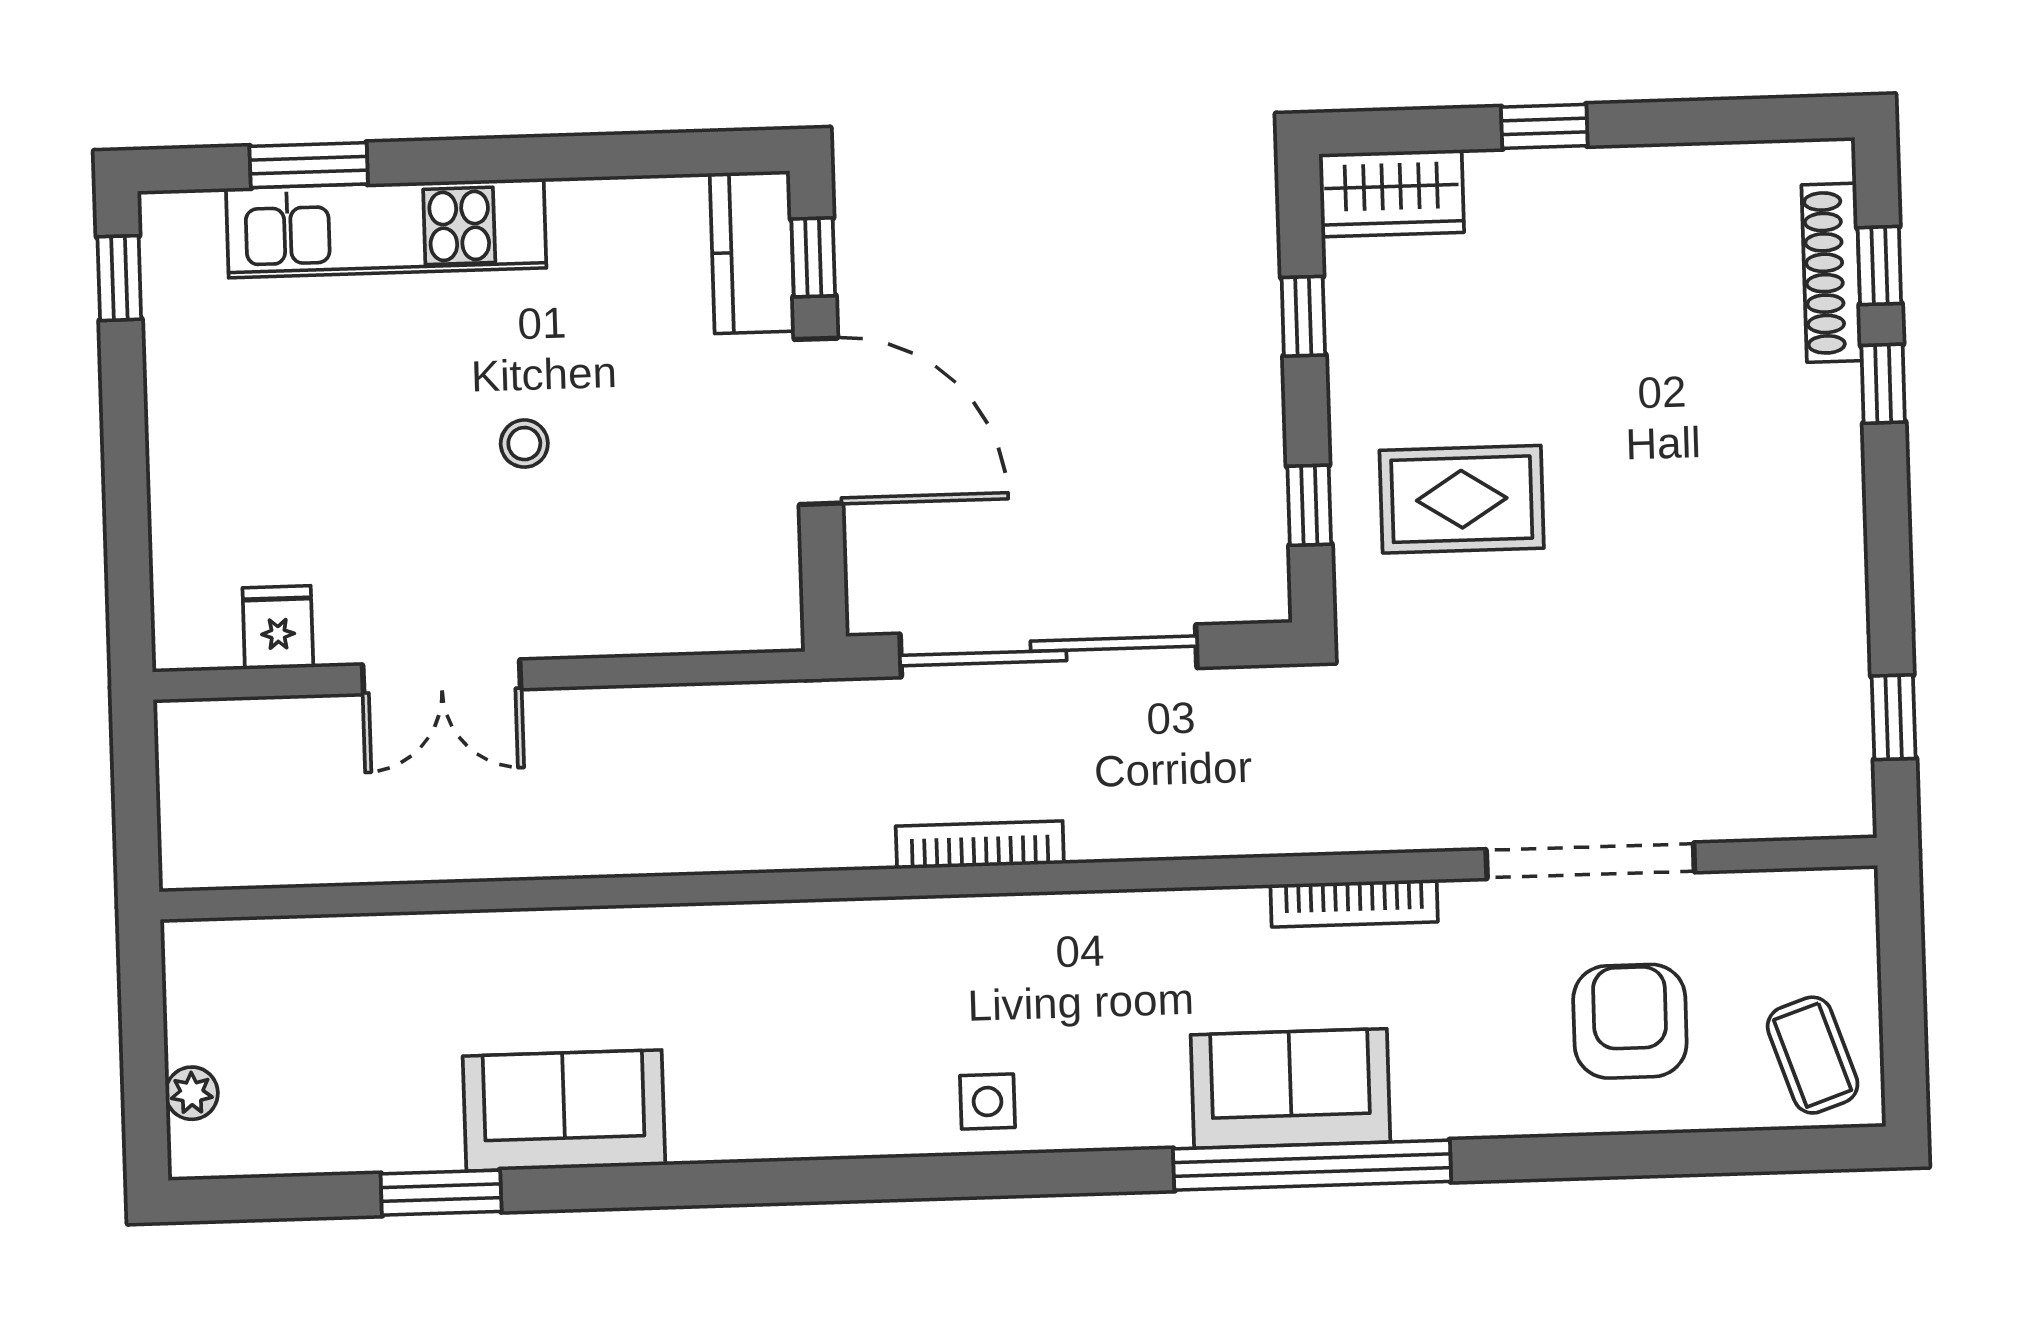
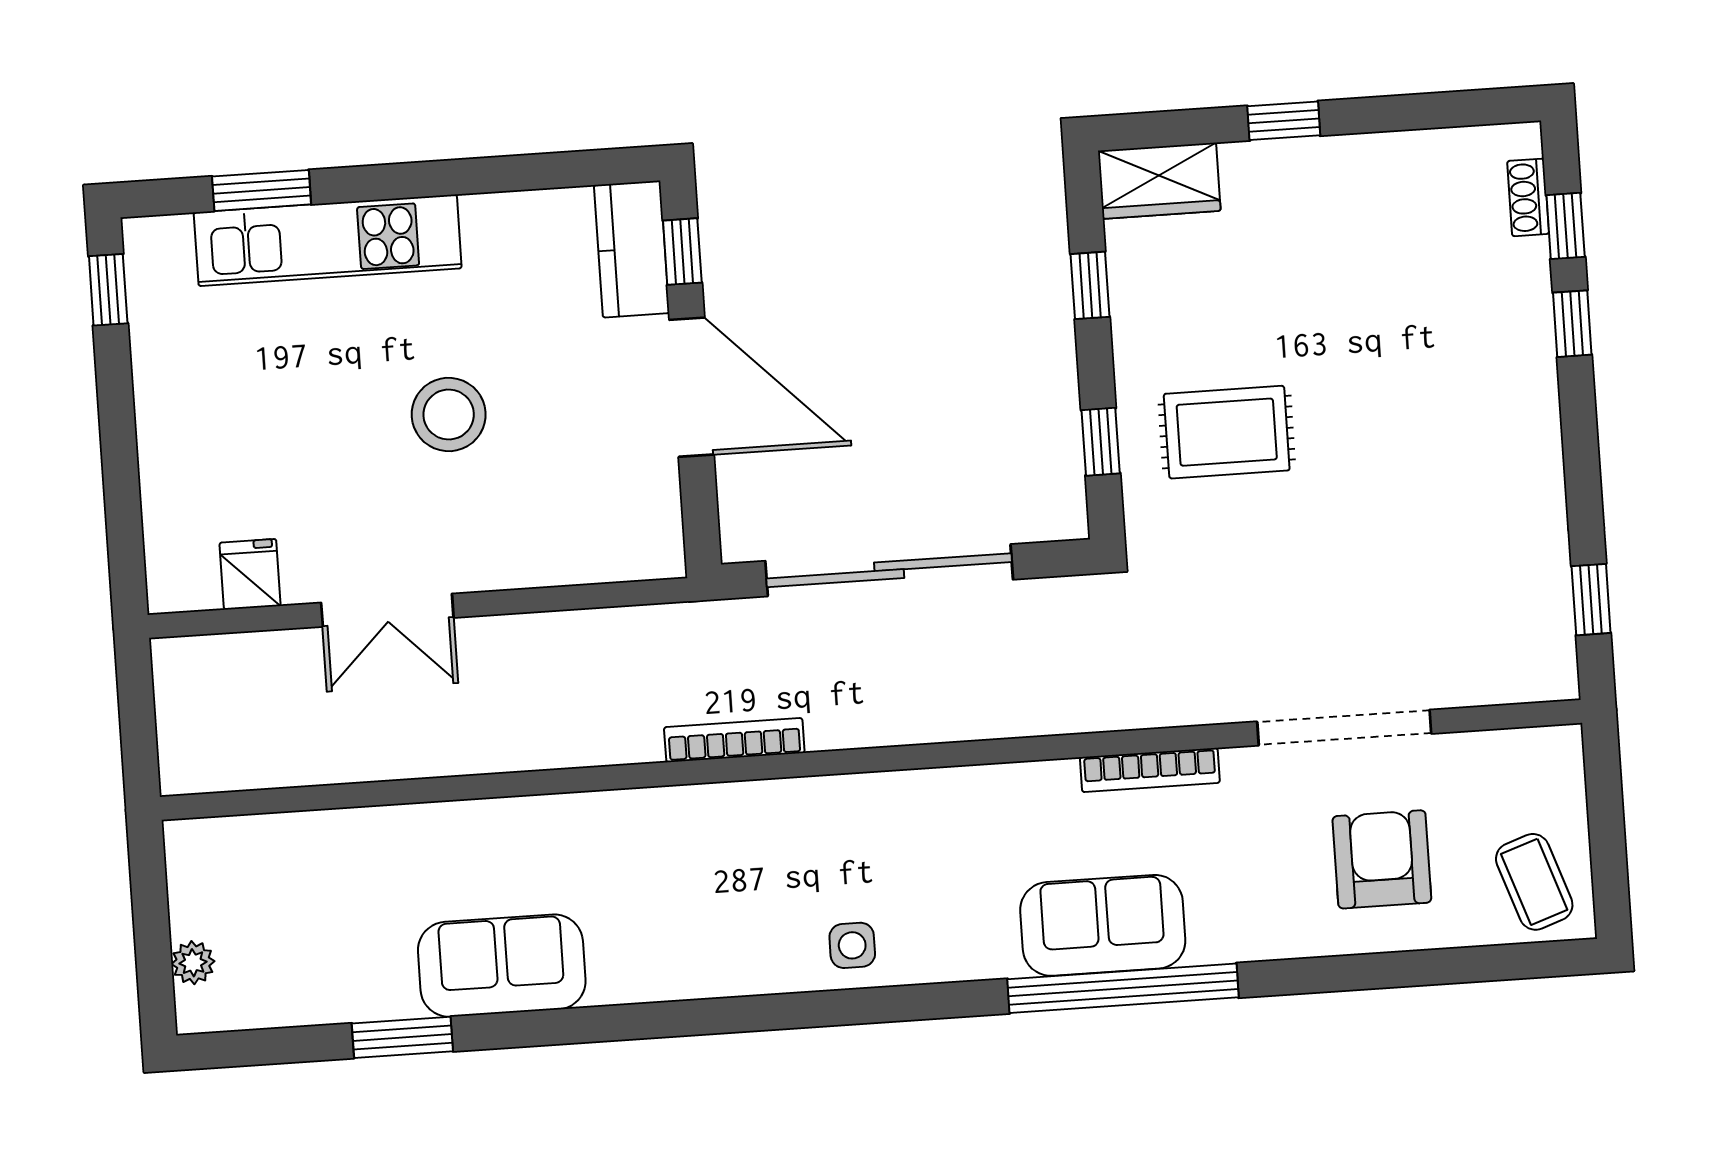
shoe rack: (1832, 273) -> (1528, 197), width x0.51, depth x0.81
stool: (524, 444) -> (449, 414), width x1.89, depth x1.89
bookcase: (980, 845) -> (734, 740), moved

